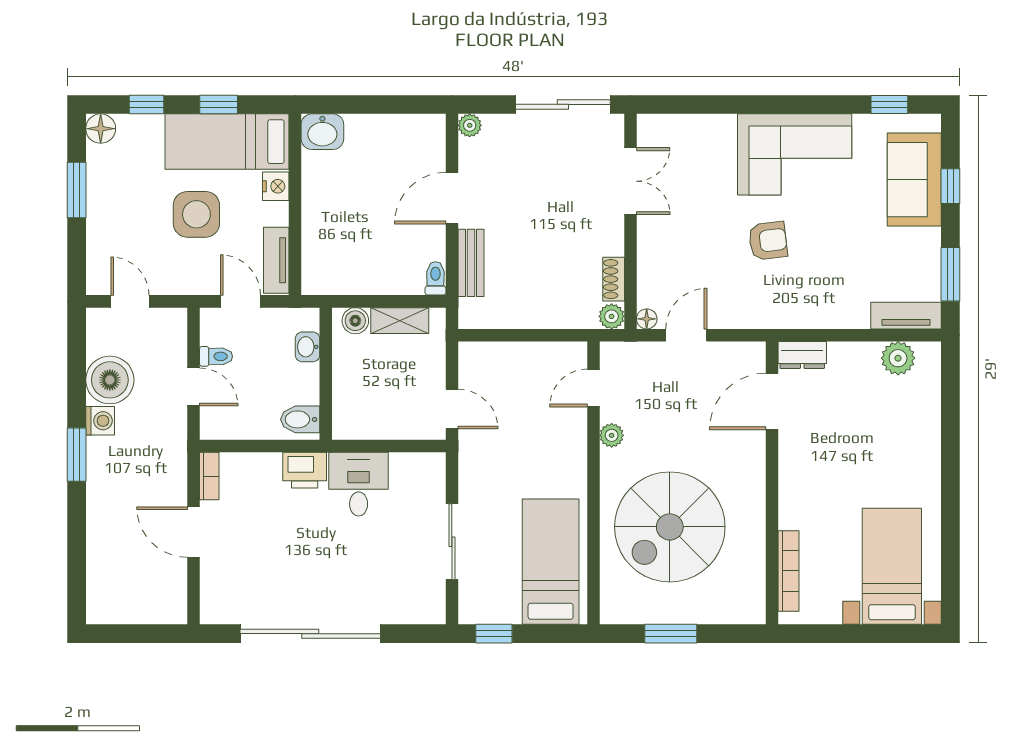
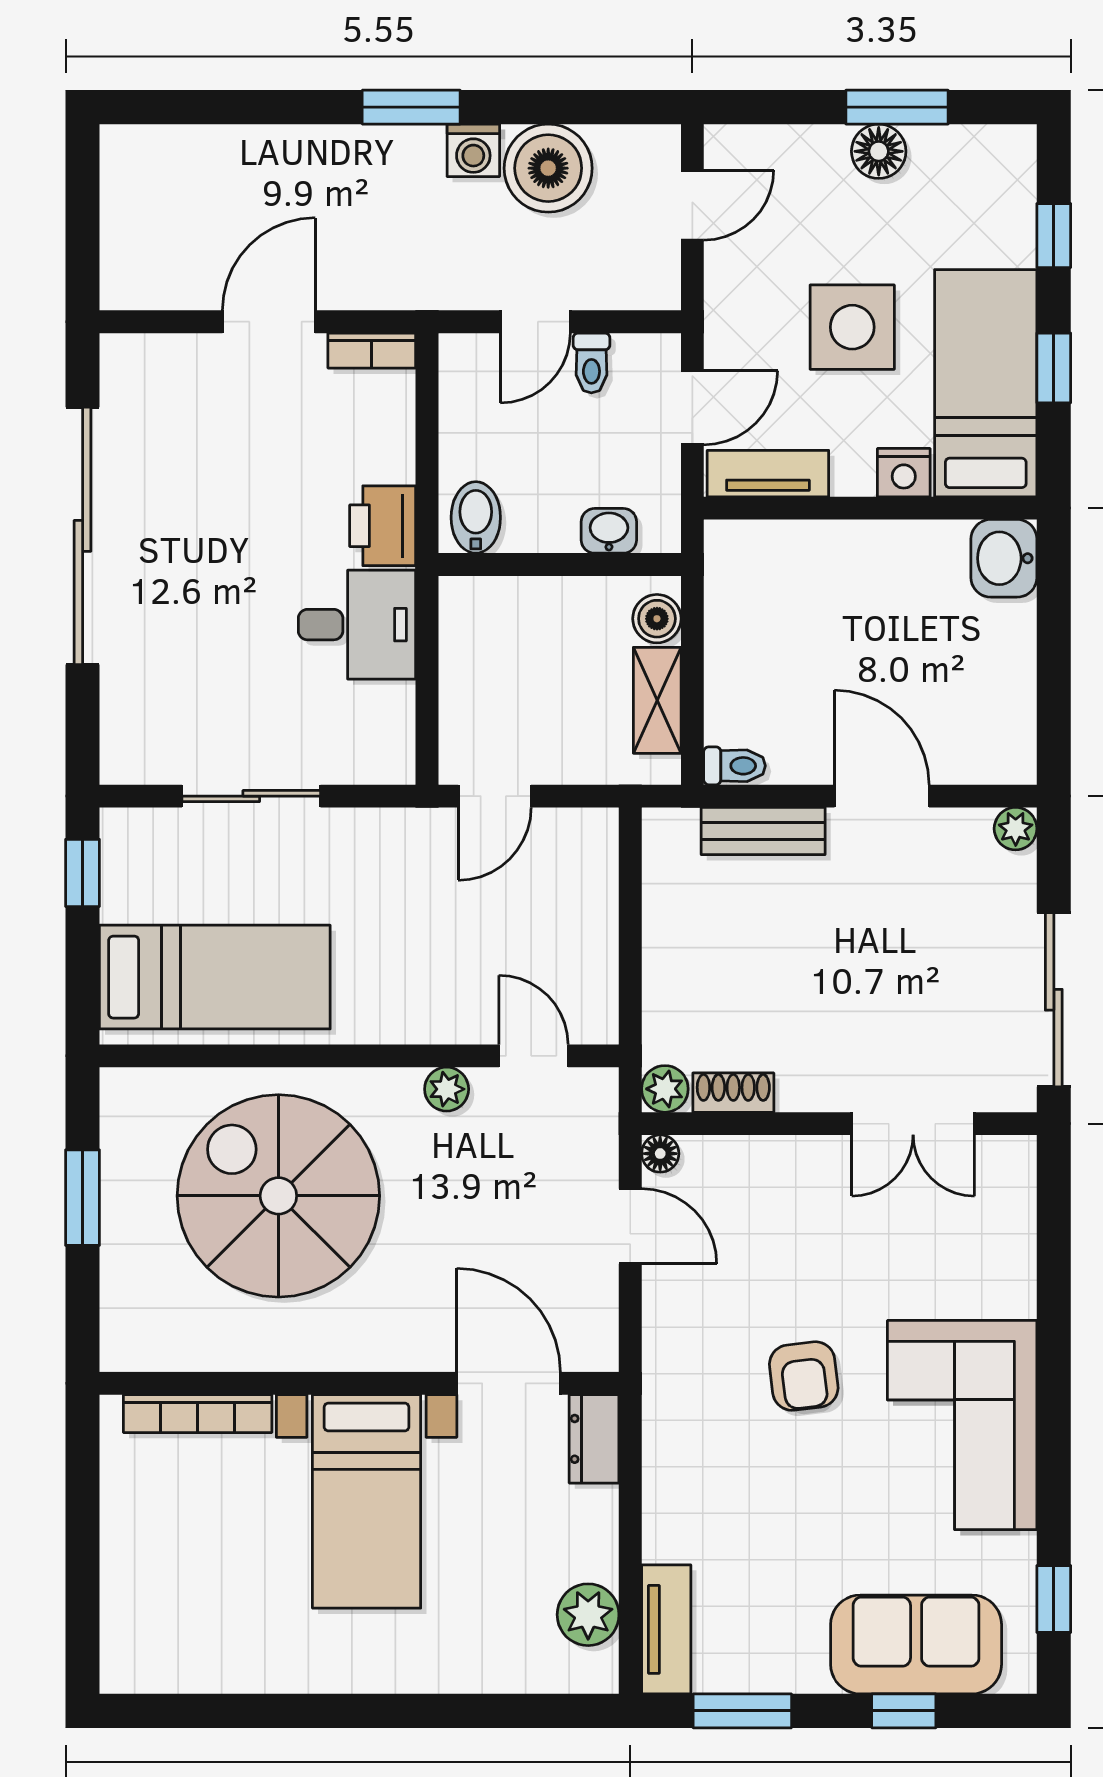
floor lamp: (101, 129) -> (879, 151), moved
bed with nightstands: (892, 566) -> (367, 1501), moved, turned 90

